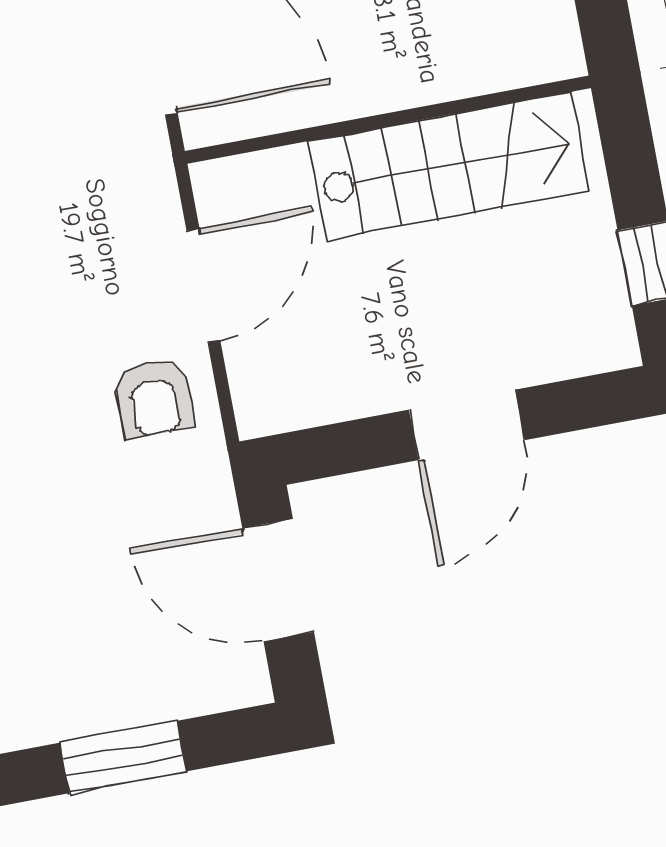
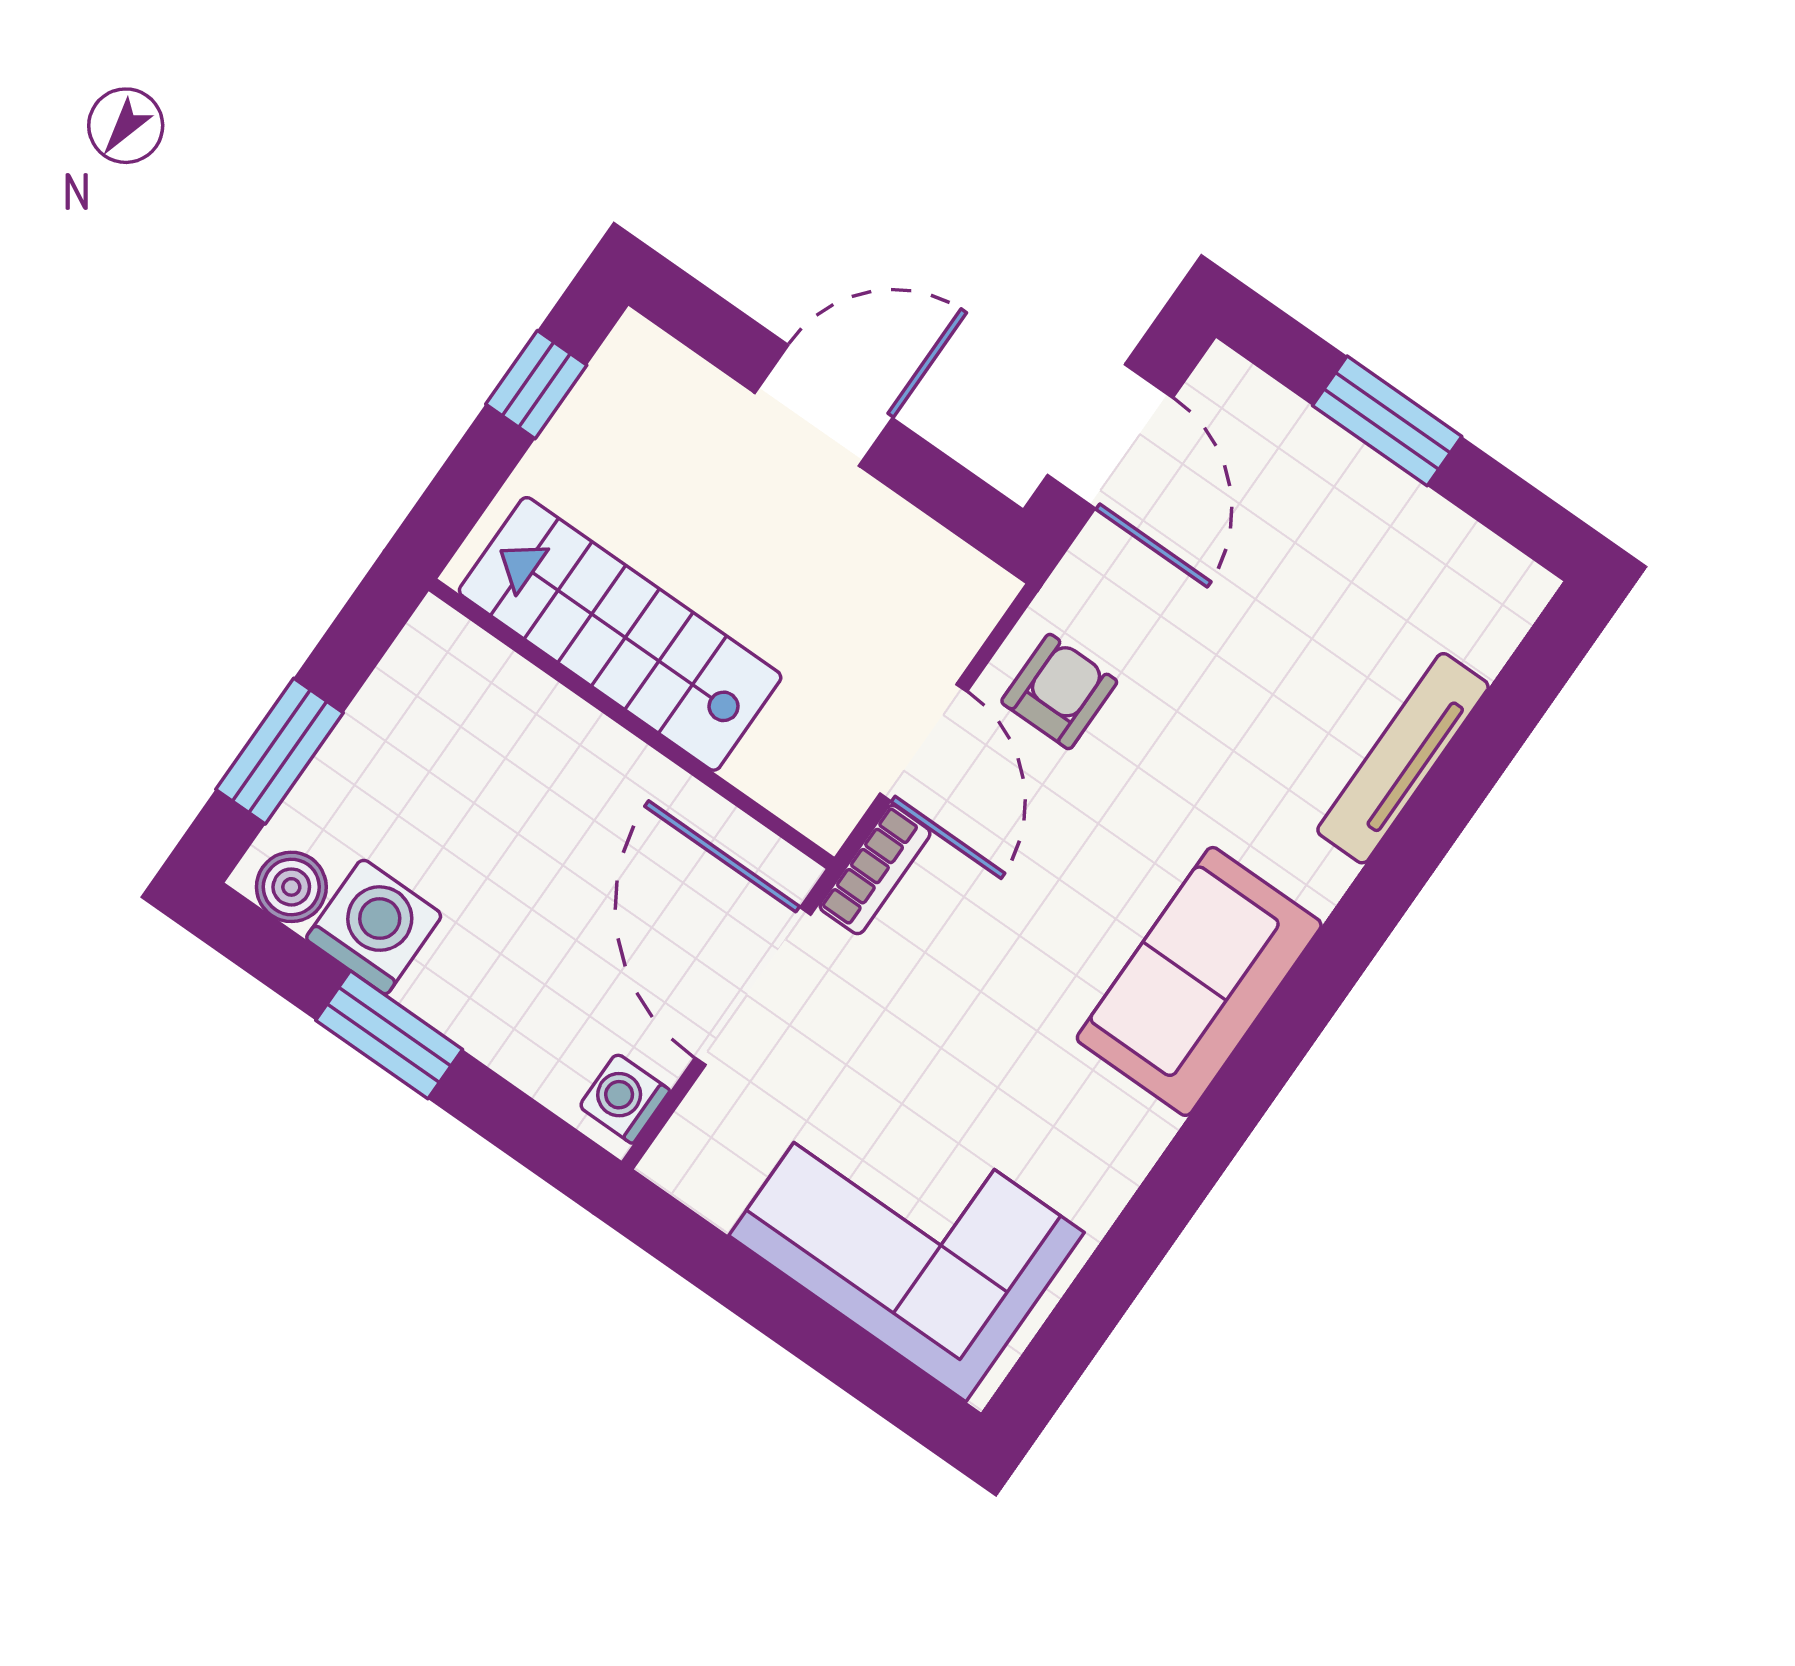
bookcase: (155, 181) -> (875, 870), added
door: (203, 285) -> (923, 743), swing flipped

